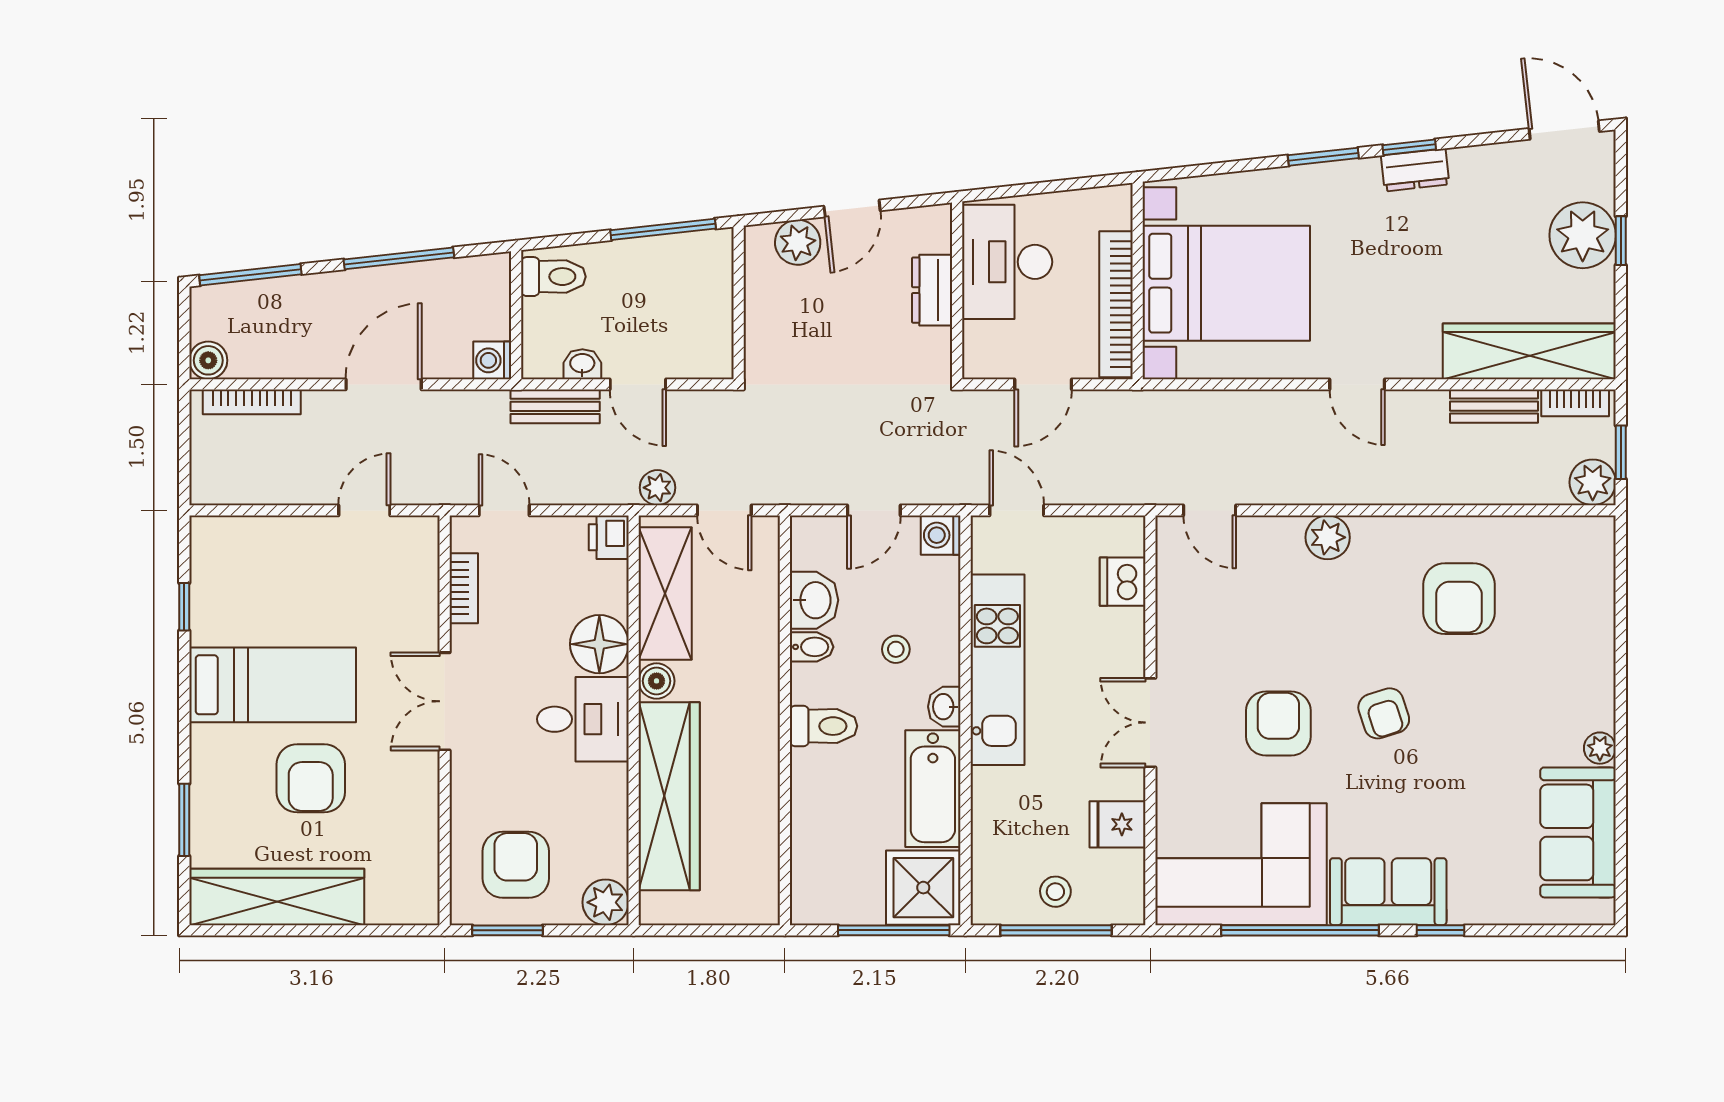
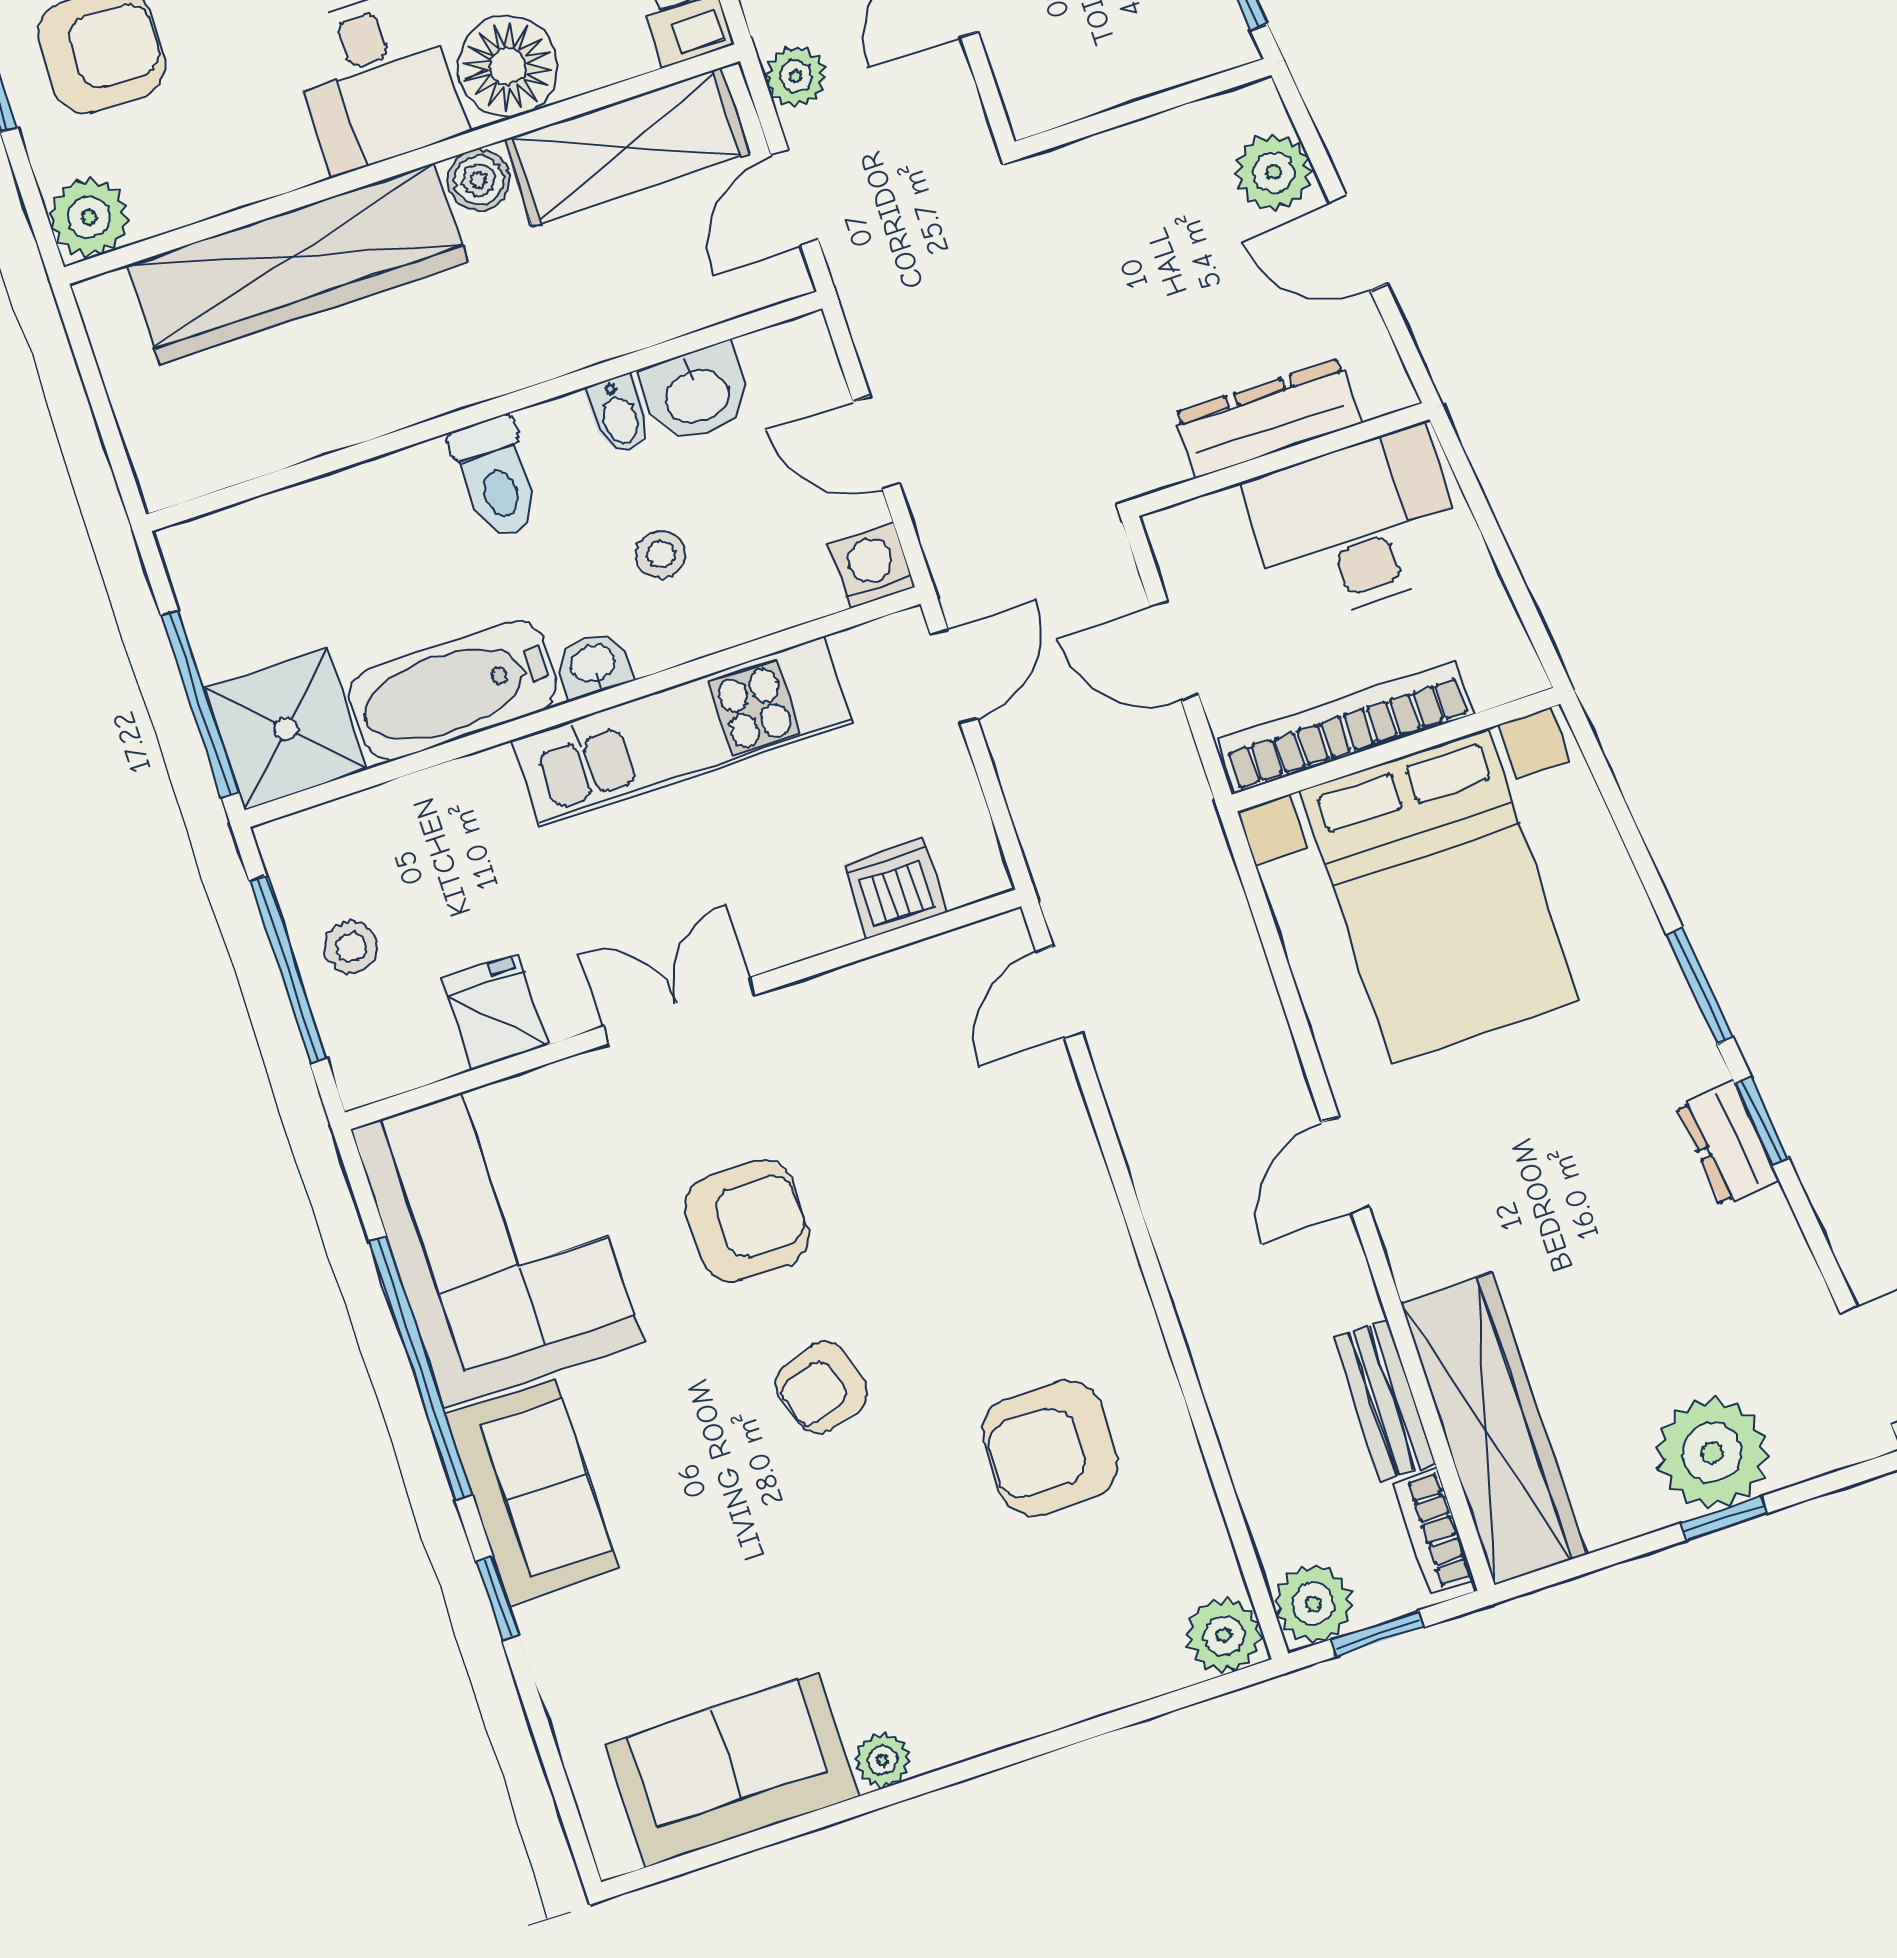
dresser: (932, 290) -> (1268, 418), width x1.44
plant: (1328, 537) -> (1224, 1635), moved

